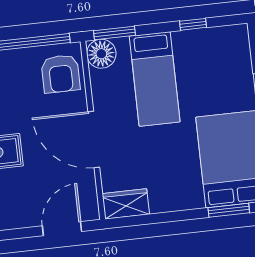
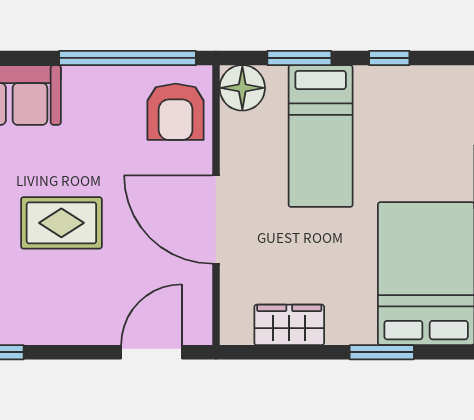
window: (115, 33) -> (299, 58), moved
wardrobe: (126, 204) -> (289, 325), moved
window: (229, 210) -> (382, 352), moved

